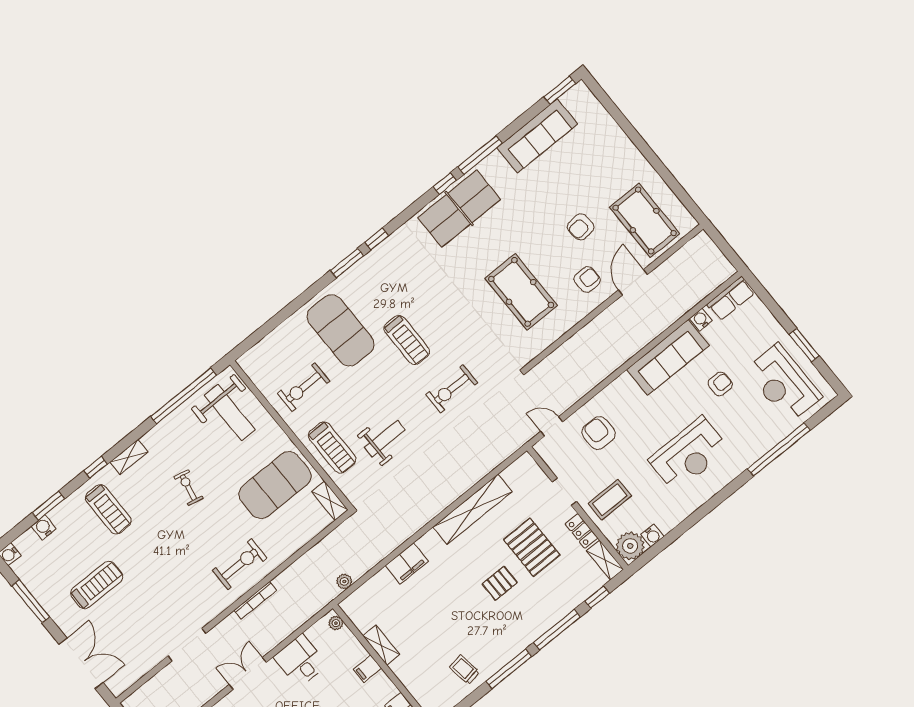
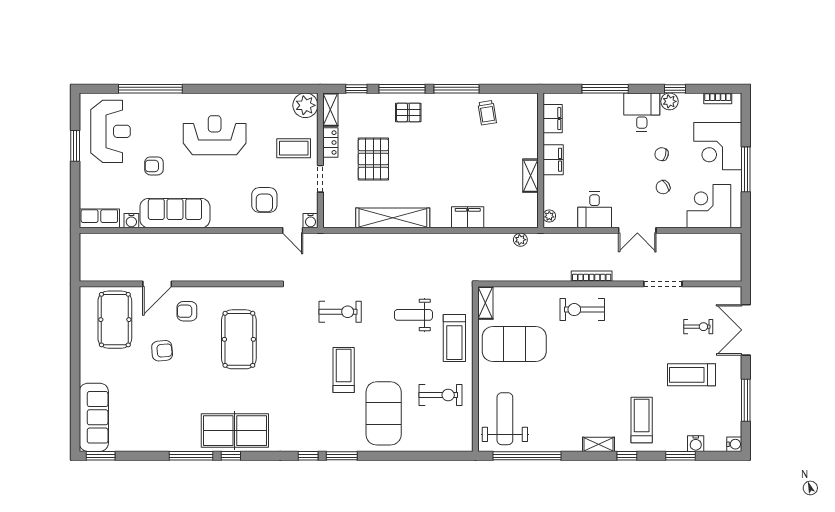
sofa: (537, 136) -> (94, 417), moved, turned 90
treadmill: (332, 448) -> (454, 338), turned 180
exercise bike: (188, 487) -> (698, 327), moved, turned -102
water cooler: (652, 535) -> (311, 221), moved, turned 180
pallet: (500, 583) -> (408, 112), moved
filing cabinet: (367, 669) -> (553, 160), width x2.00

